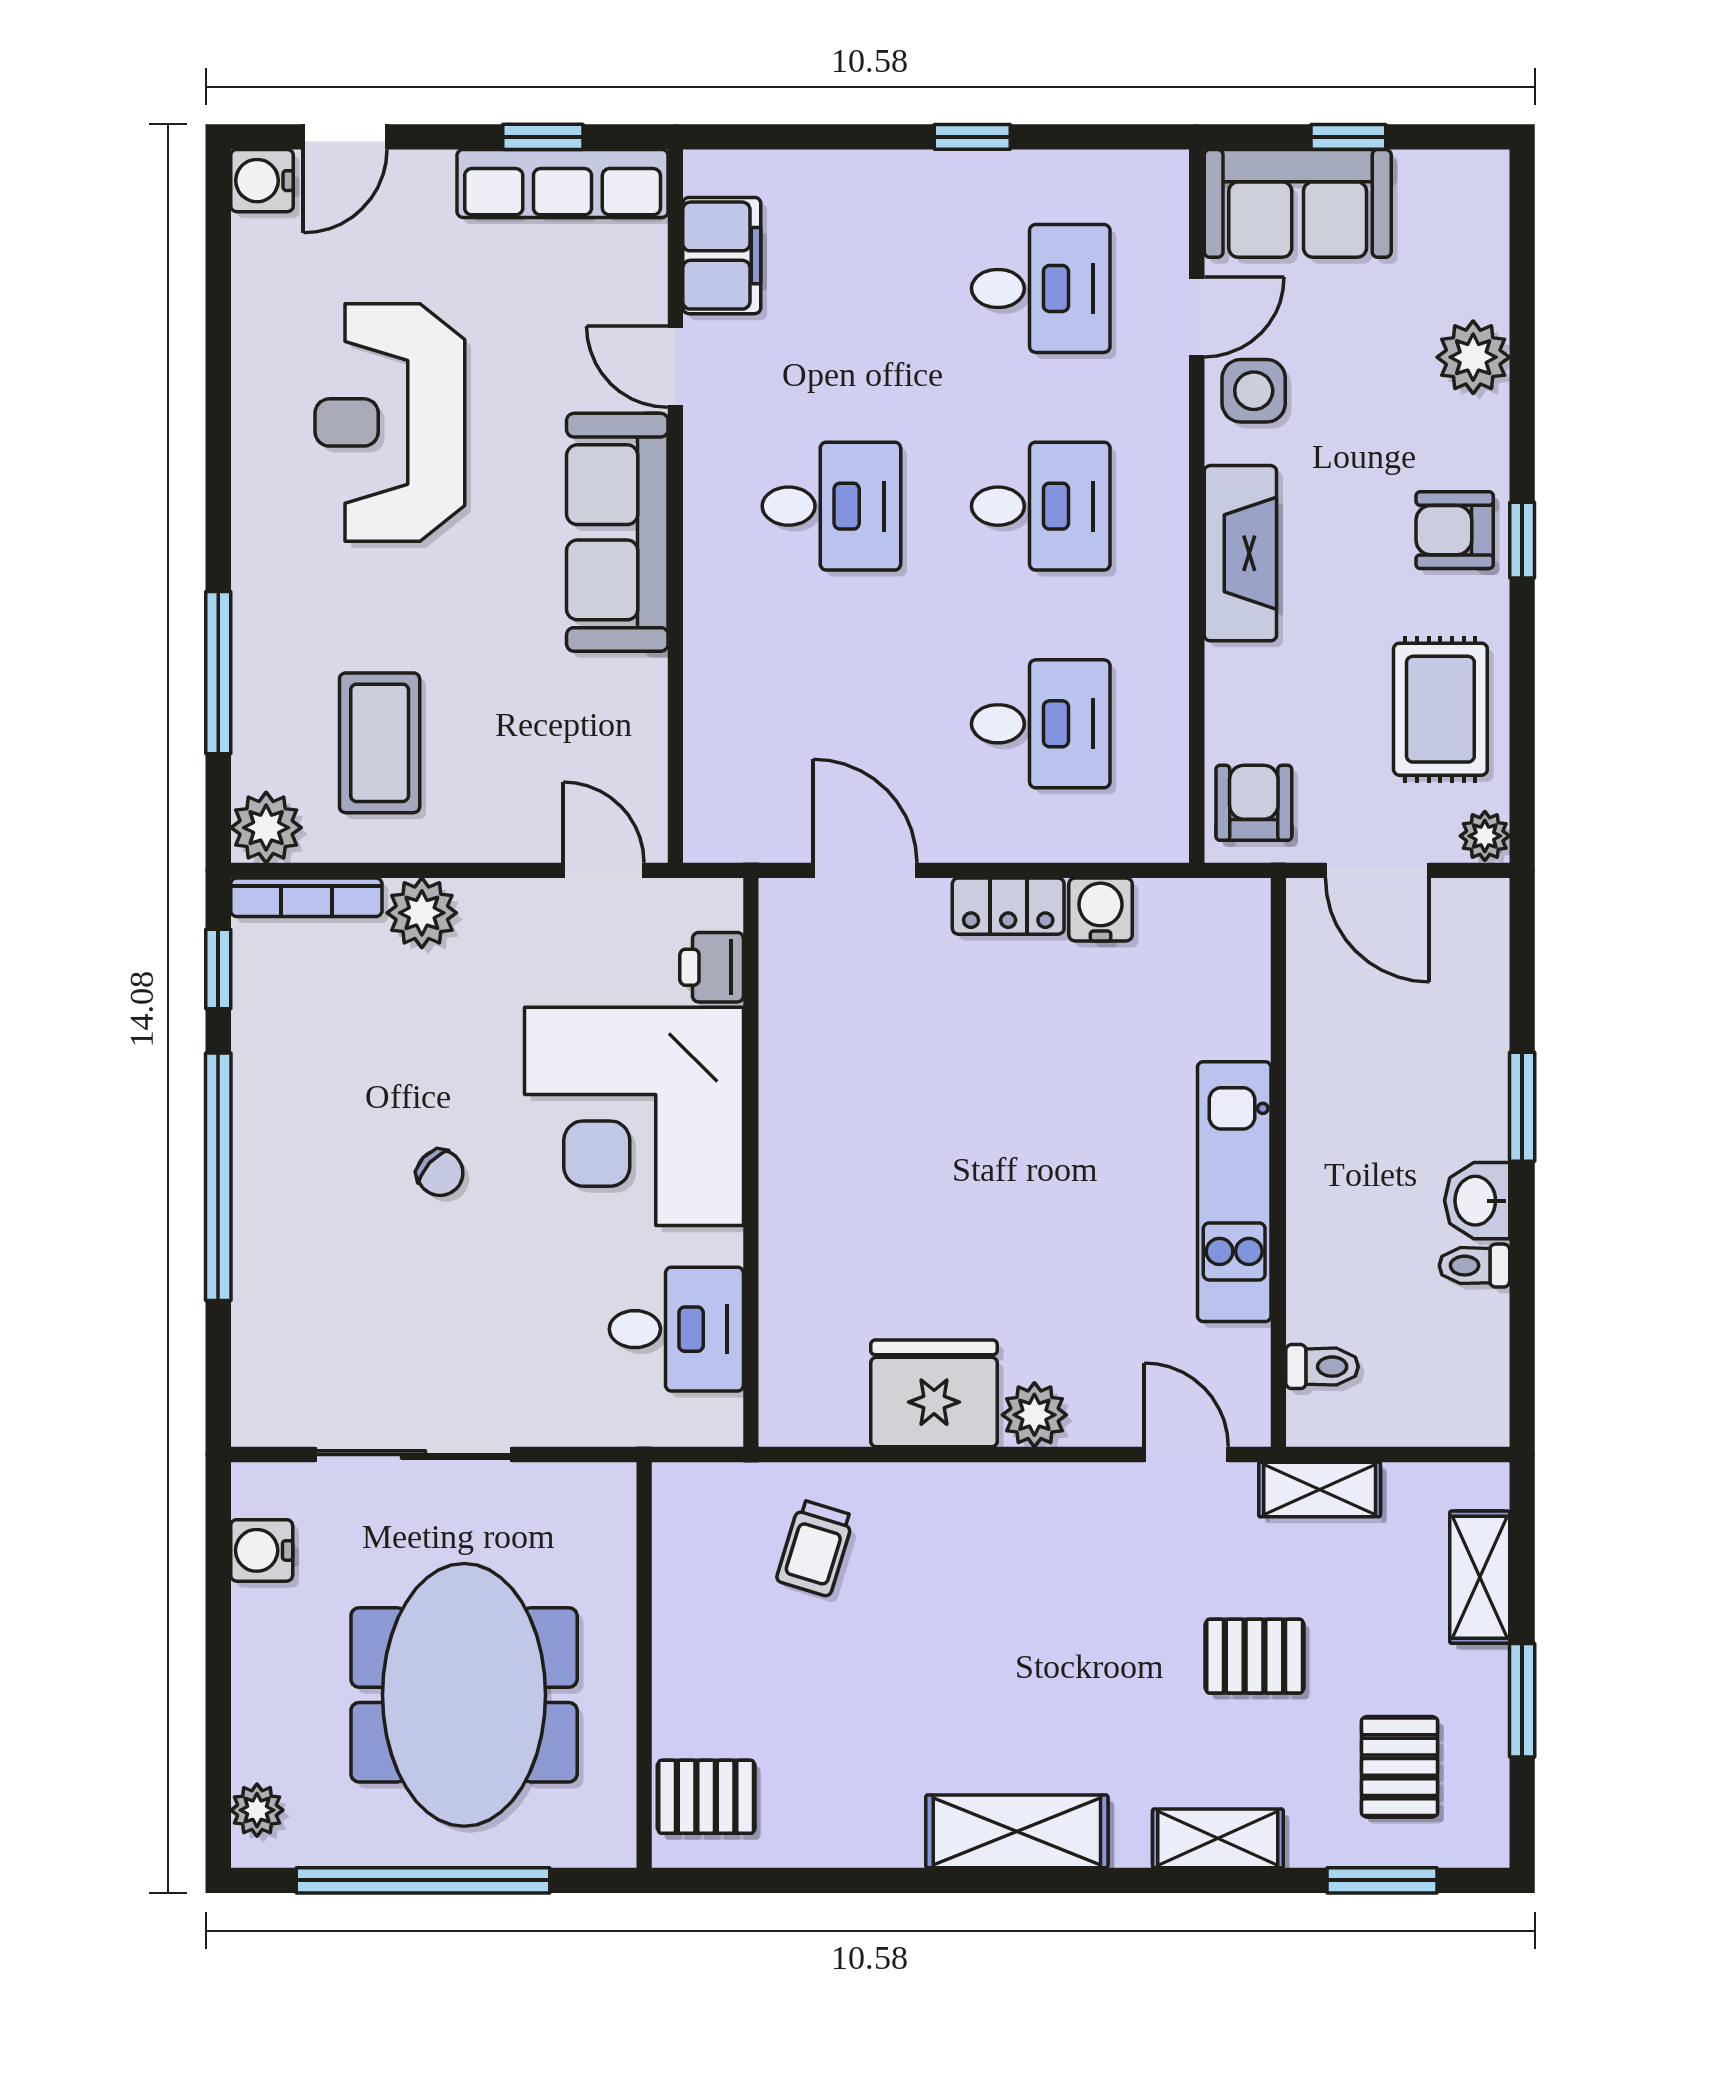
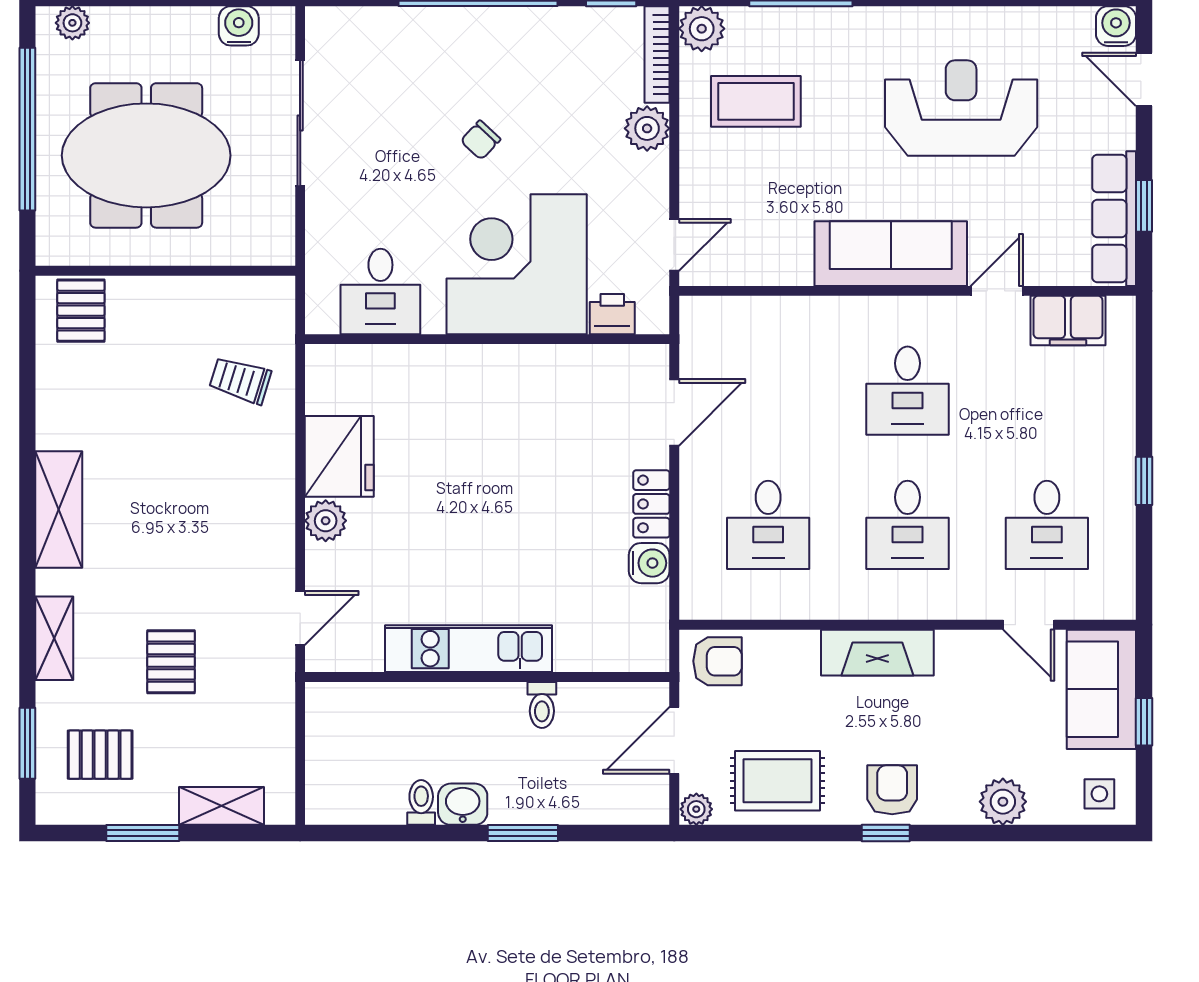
side table: (1254, 391) -> (1099, 794), moved, width x0.73, depth x0.73
toilet: (1322, 1367) -> (542, 705), moved
shelving: (1320, 1489) -> (278, 703), removed

